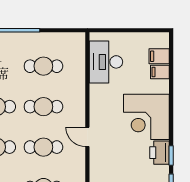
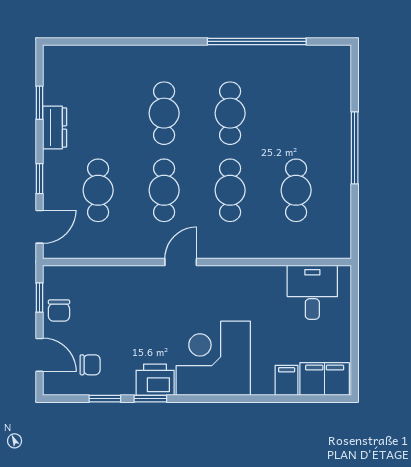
filing cabinet: (159, 56) -> (325, 379), width x2.00
desk: (106, 62) -> (312, 292), width x0.73

